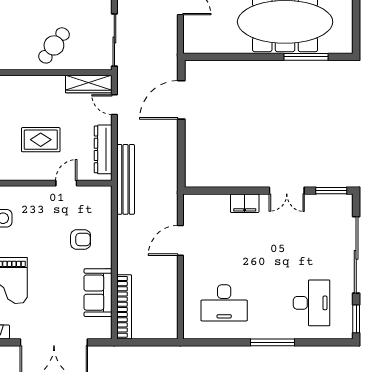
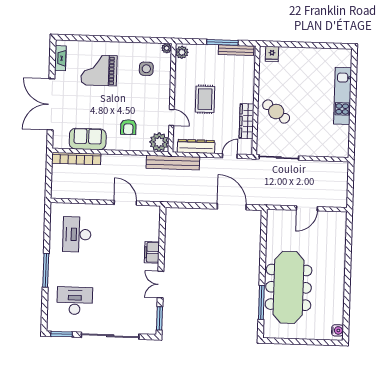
wardrobe: (89, 84) -> (247, 121), moved
plant: (99, 198) -> (159, 142), added
desk: (312, 303) -> (75, 301), turned 180

